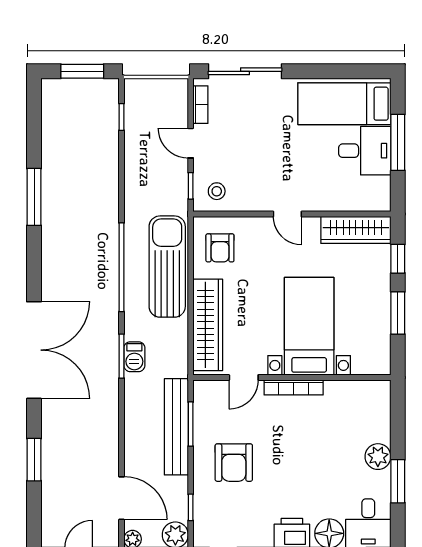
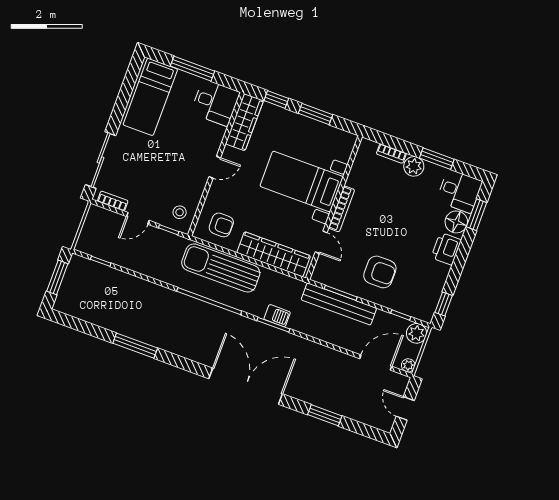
desk: (365, 151) -> (215, 103), moved, turned 90
bookcase: (384, 423) -> (391, 154), added

